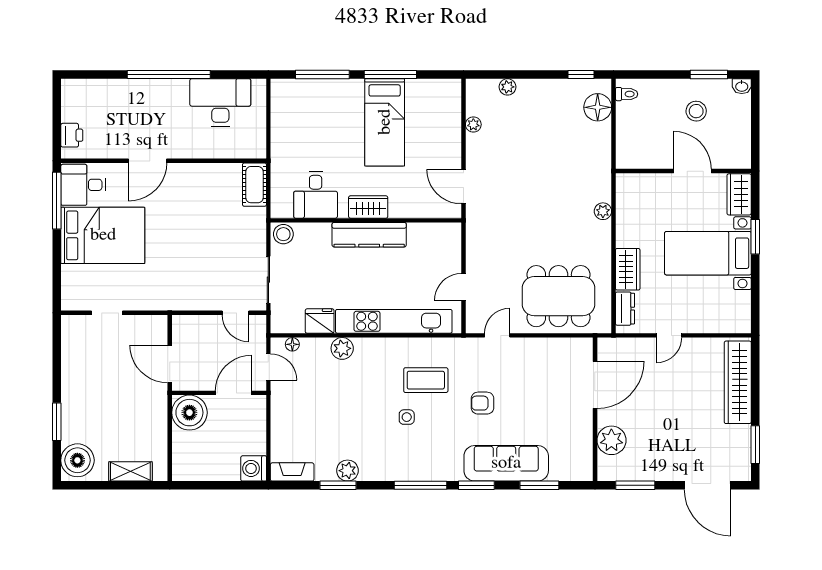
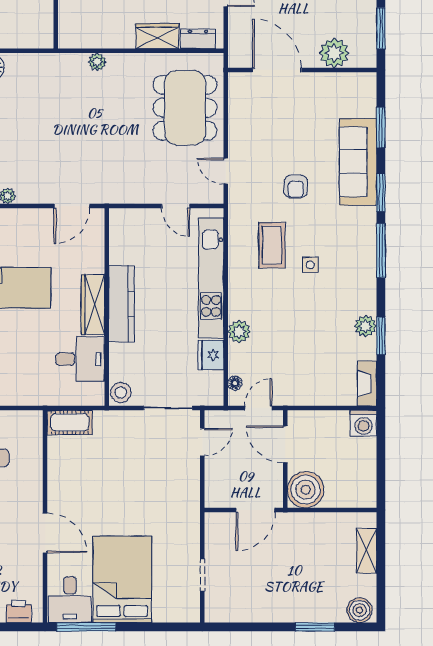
wardrobe: (368, 207) -> (93, 305), width x1.50
boiler: (77, 460) -> (360, 610), width x0.73, depth x0.73

